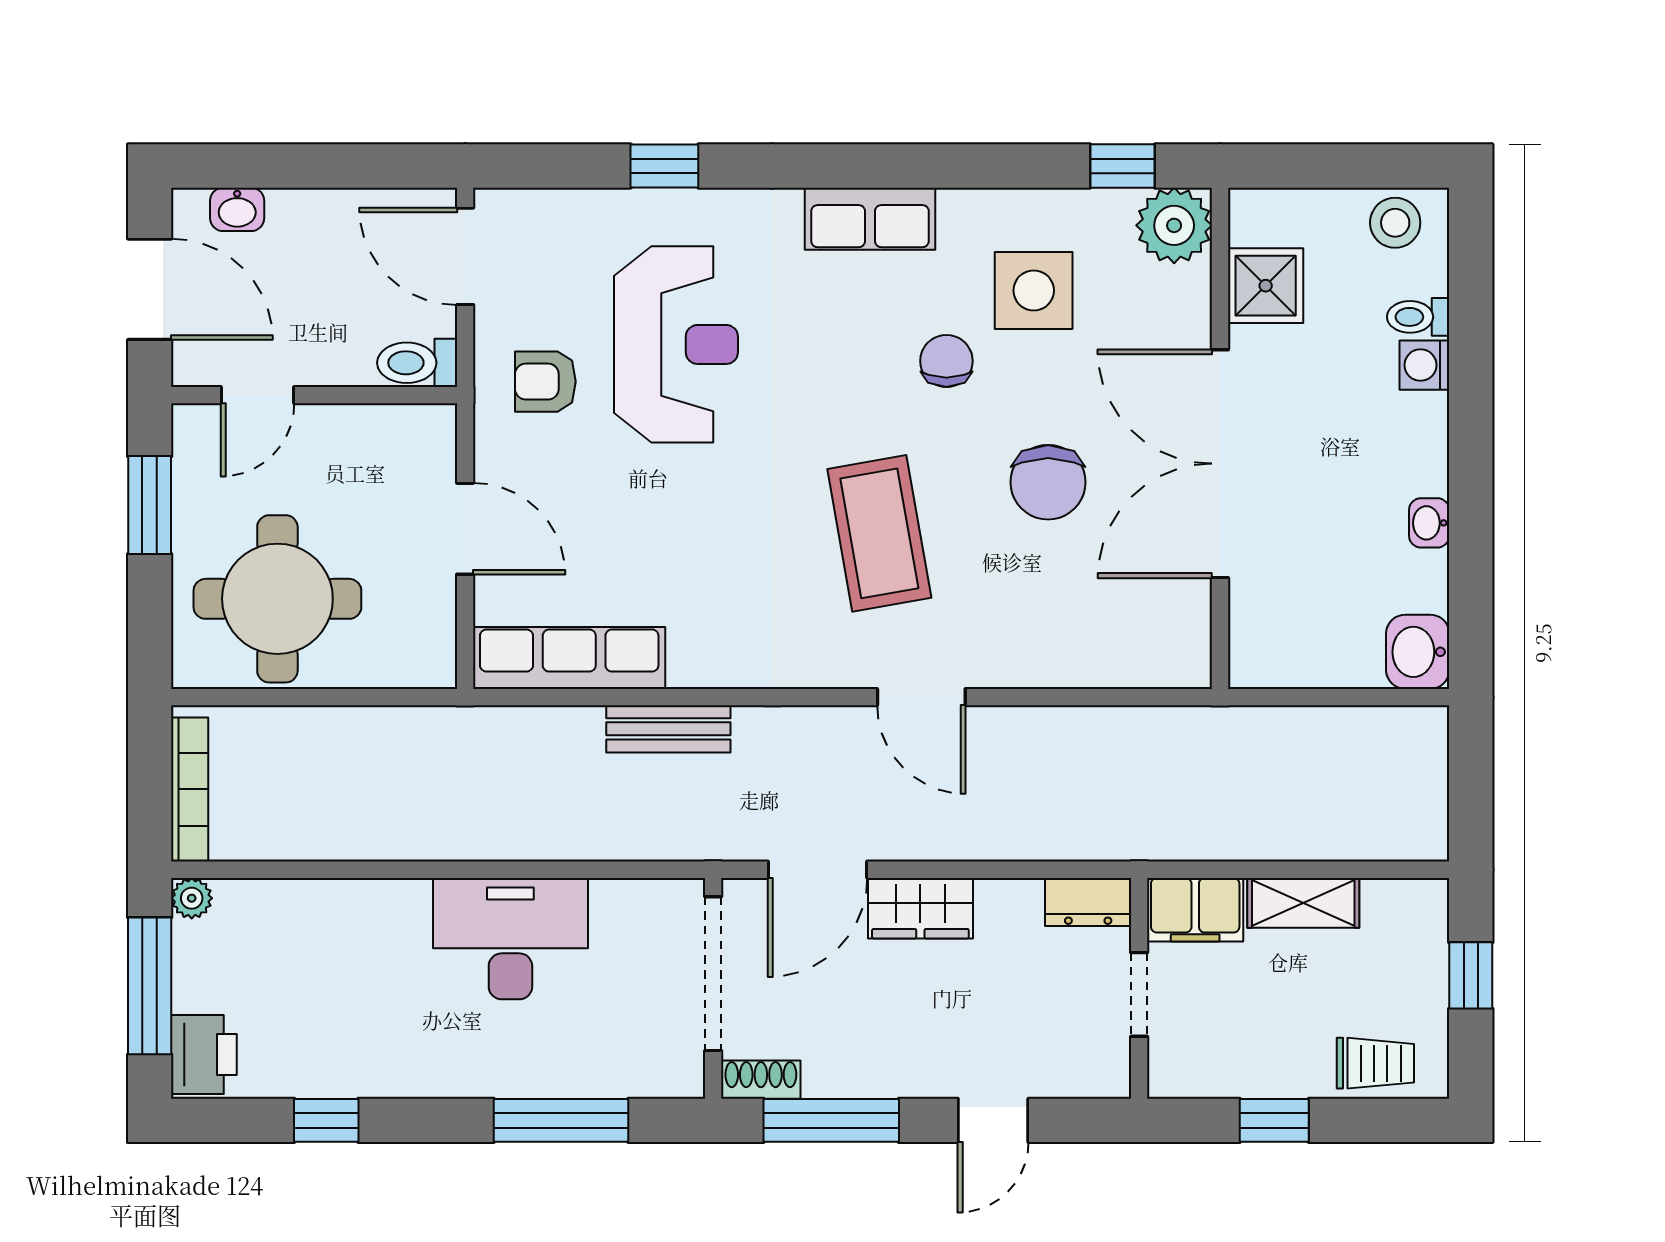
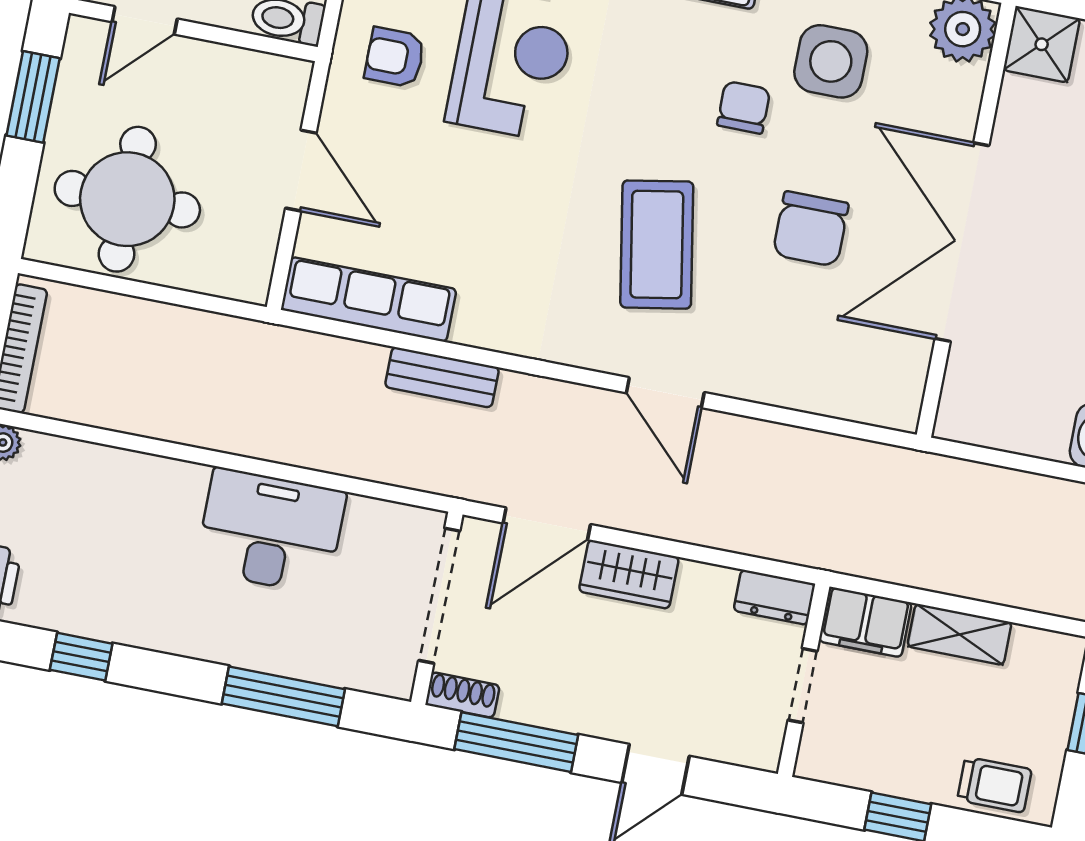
shower: (1266, 286) -> (1042, 44), moved

